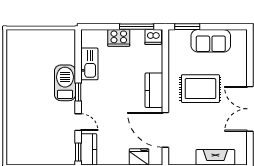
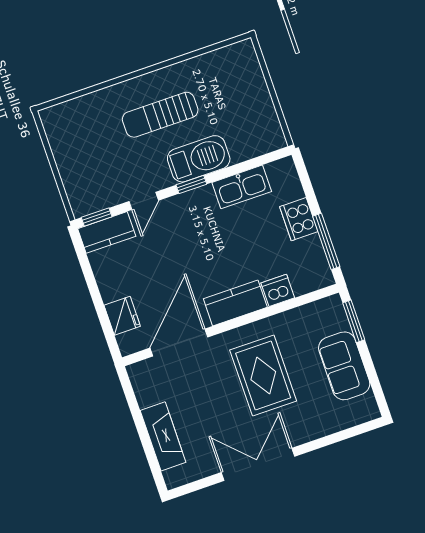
dishwasher: (153, 37) -> (278, 290), moved, turned 90
sun lounger: (32, 96) -> (160, 115), added

